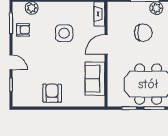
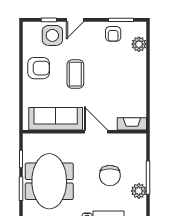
side table: (64, 33) -> (52, 35), moved
coffee table: (57, 62) -> (75, 74), added
sofa: (95, 79) -> (56, 119), width x1.36

